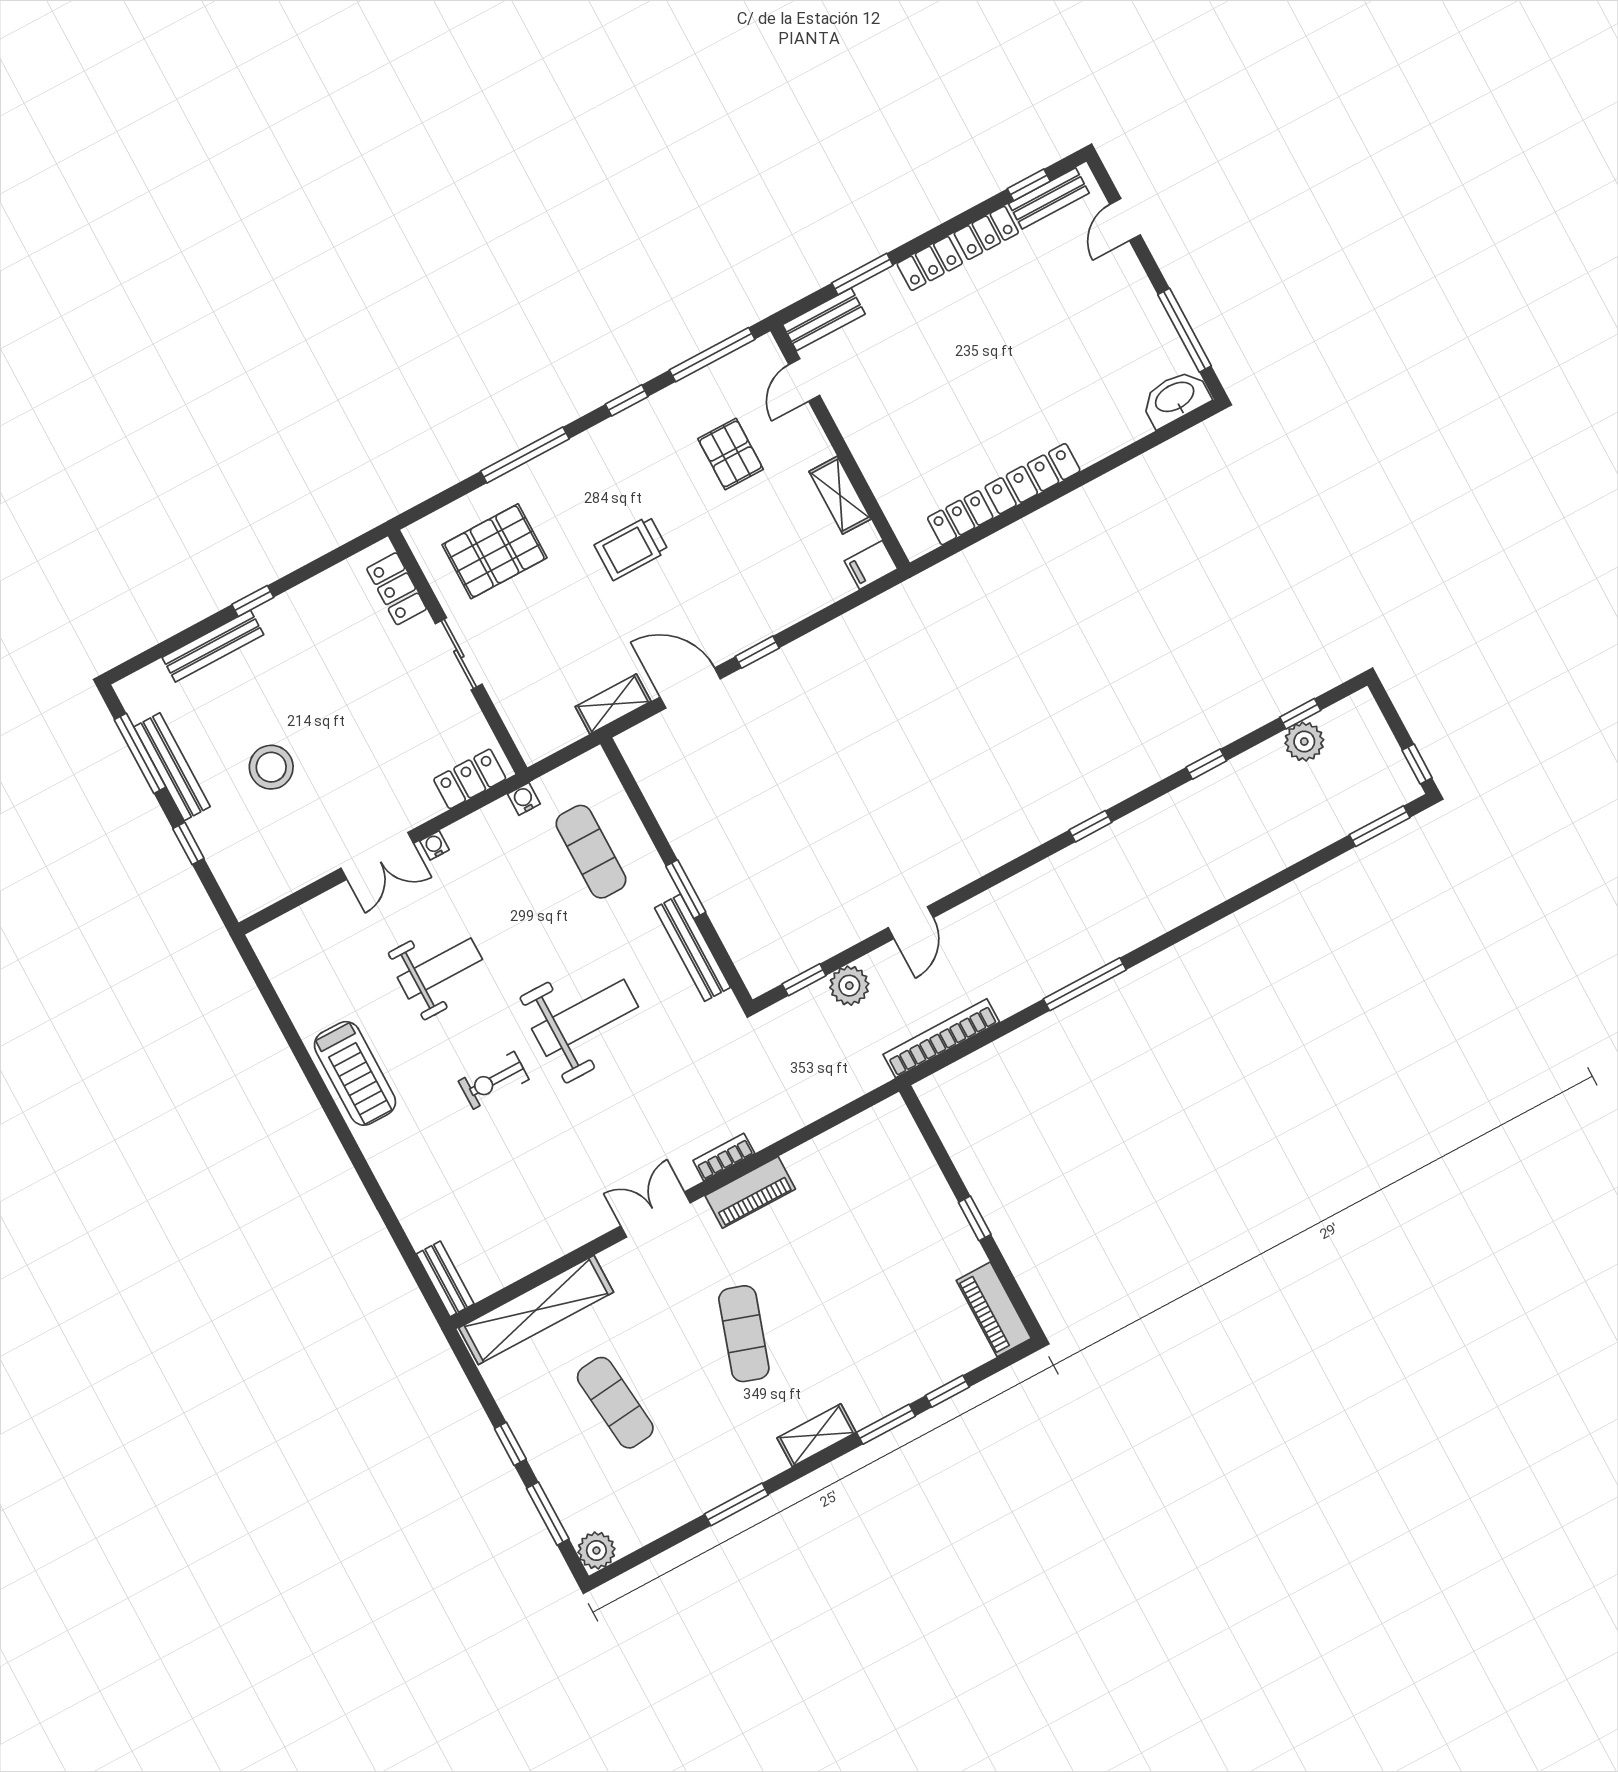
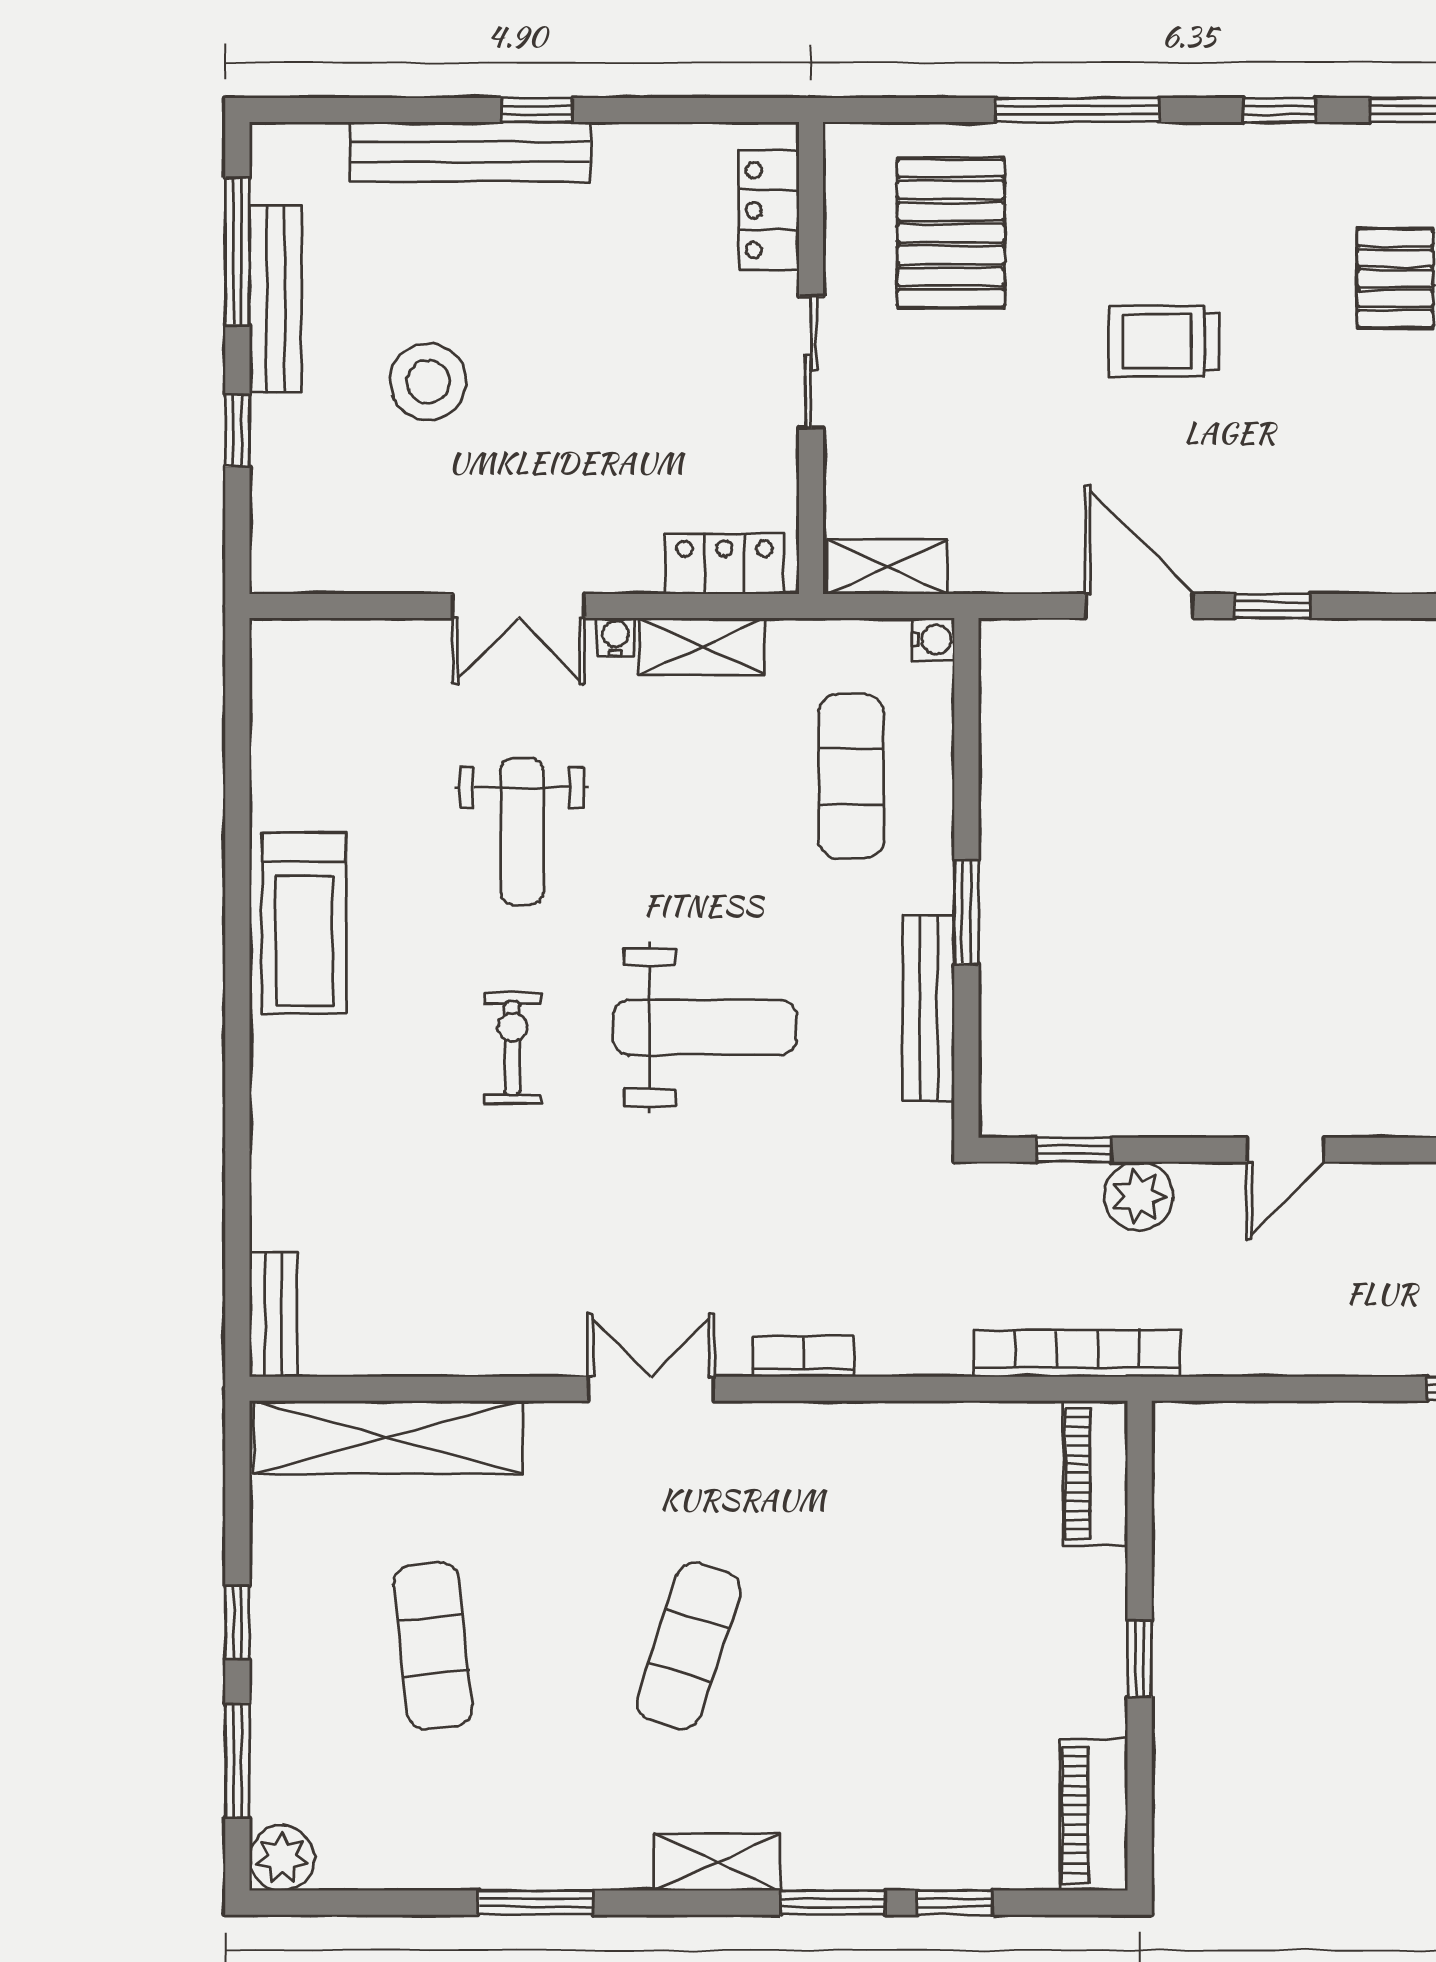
pallet: (494, 551) -> (951, 233), turned 90
bench: (213, 646) -> (471, 152), width x1.37, depth x1.21
shelving: (613, 704) -> (887, 567), moved
water cooler: (524, 799) -> (933, 639), moved, turned 90
shelving: (481, 826) -> (702, 646), added
weight bench: (440, 968) -> (522, 831), turned 90
bookcase: (941, 1038) -> (1077, 1353), moved
exercise bike: (494, 1080) -> (512, 1048), turned 90
piano: (750, 1192) -> (1095, 1473), moved, turned 90

